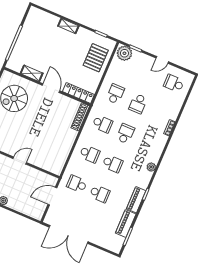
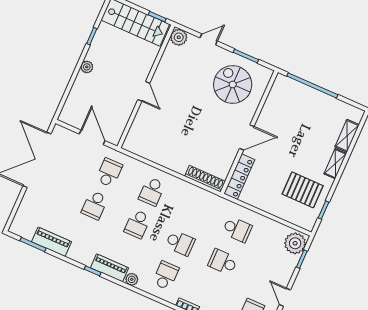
pallet: (96, 58) -> (303, 190), moved
shelving: (32, 73) -> (347, 136), moved
school desk: (102, 124) -> (166, 275), moved, turned 180
piano: (136, 200) -> (110, 268), moved

